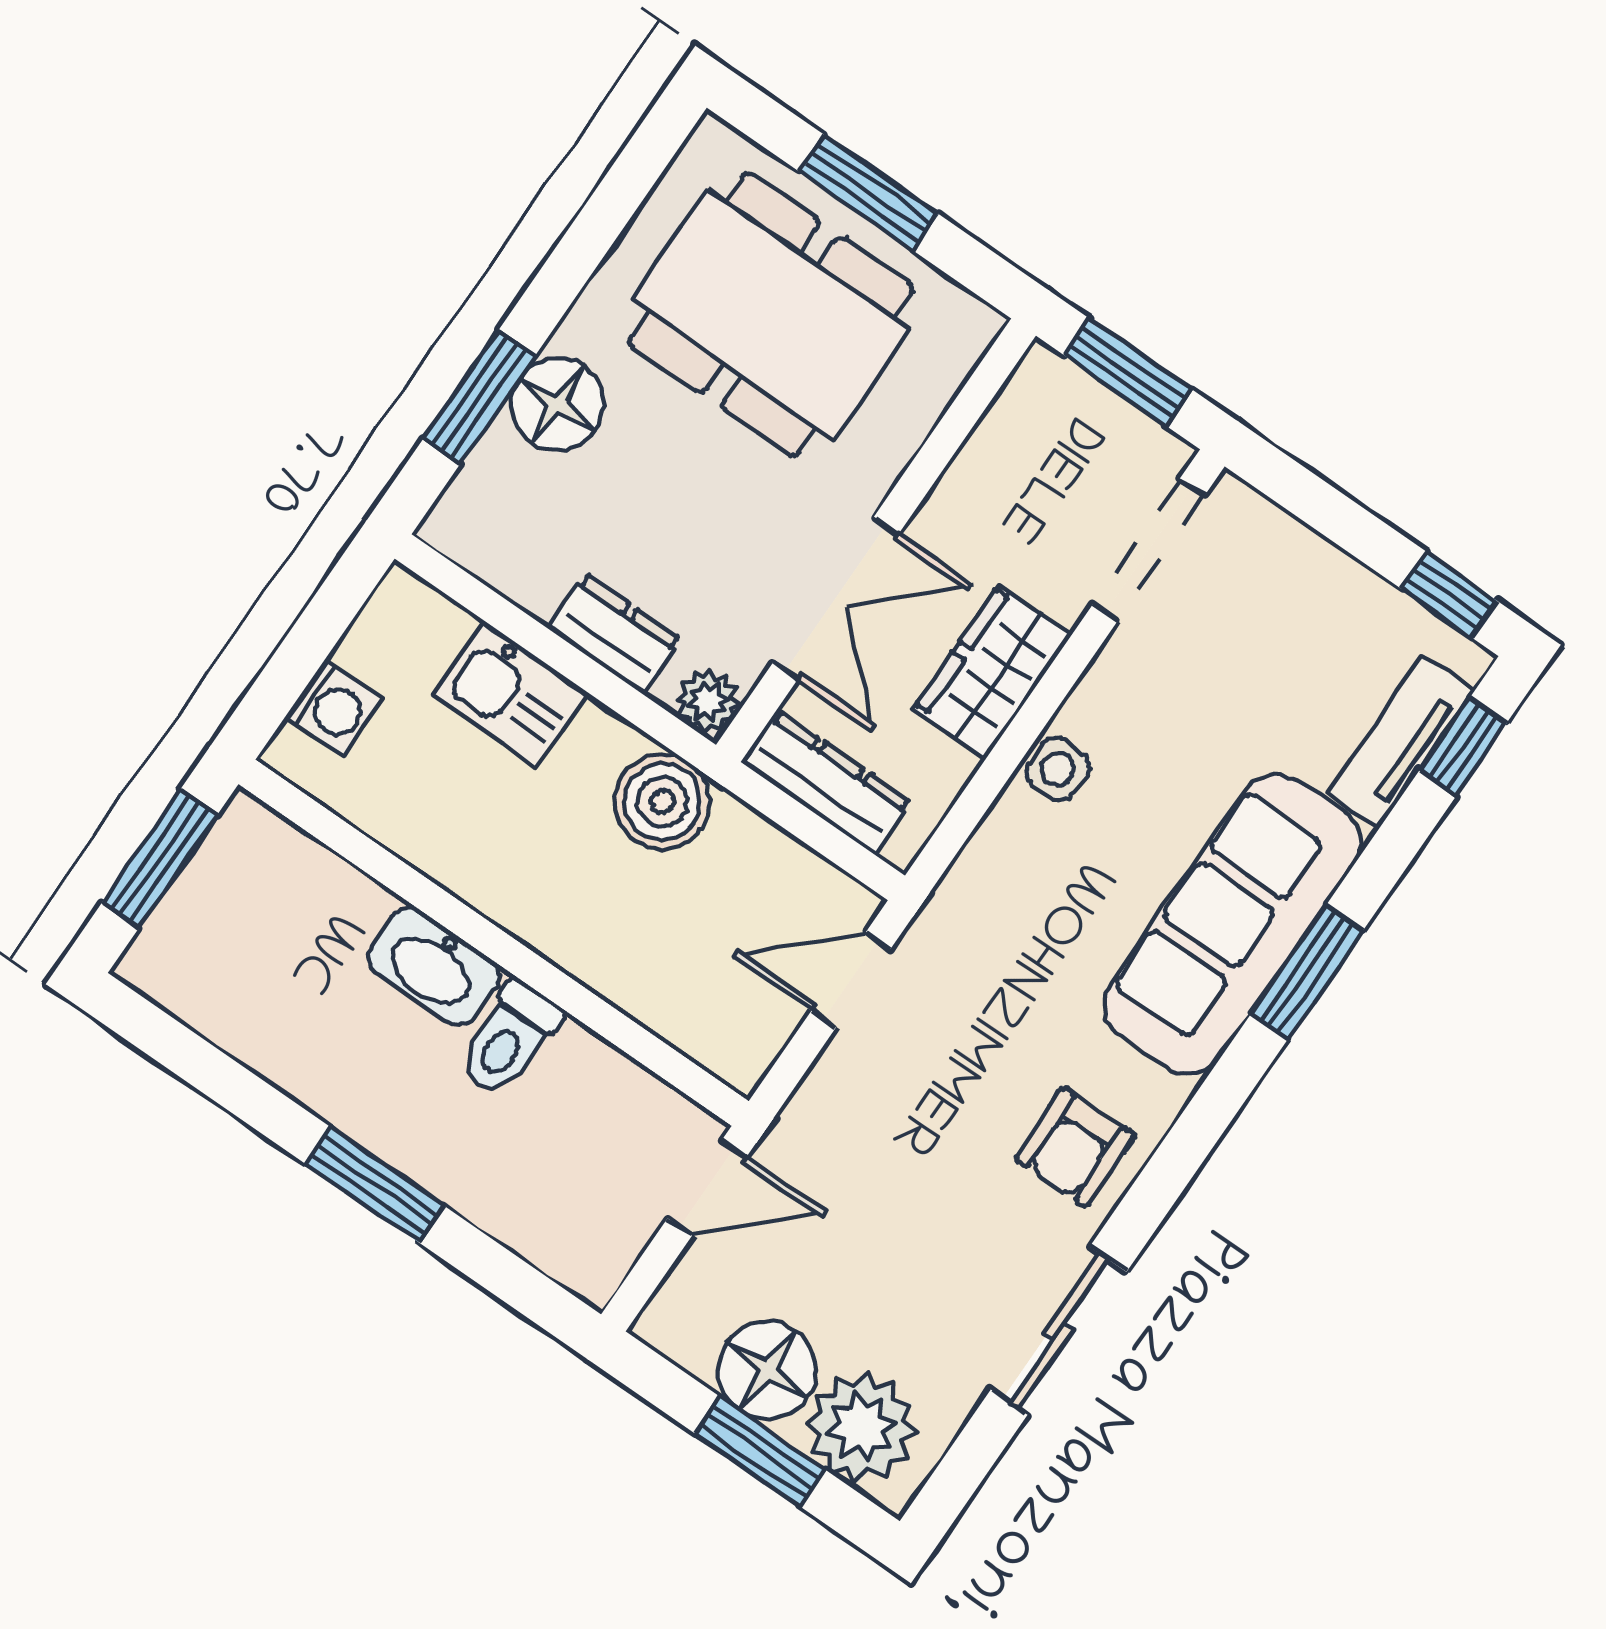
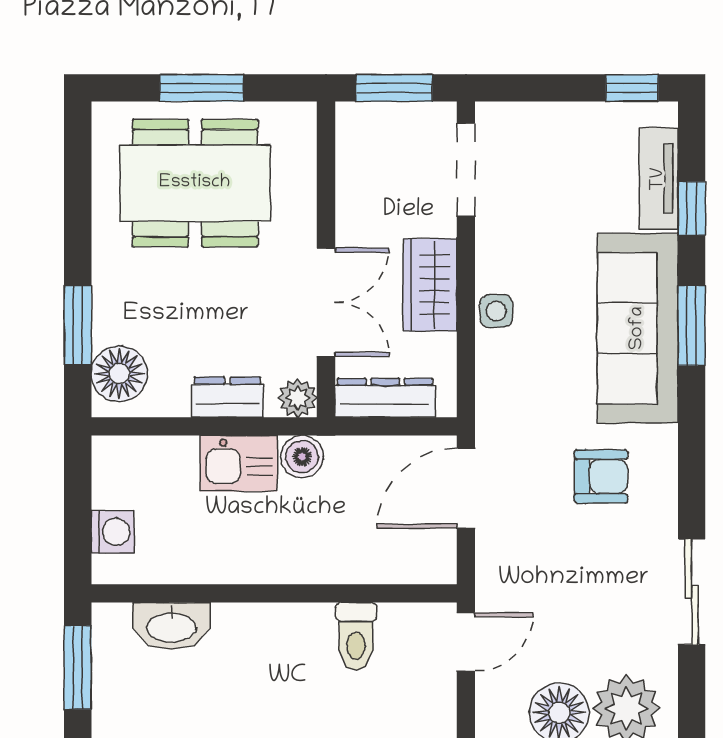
floor lamp: (557, 404) -> (119, 374), moved
kitchen sink: (510, 694) -> (239, 463), moved
window: (1463, 747) -> (692, 208), moved
boiler: (662, 802) -> (302, 457), width x0.73, depth x0.73
washbasin: (434, 966) -> (171, 626), moved
door: (851, 980) -> (466, 488), width x1.38
toilet: (509, 1039) -> (356, 636), moved
armchair: (1075, 1147) -> (601, 476), moved, turned -89

